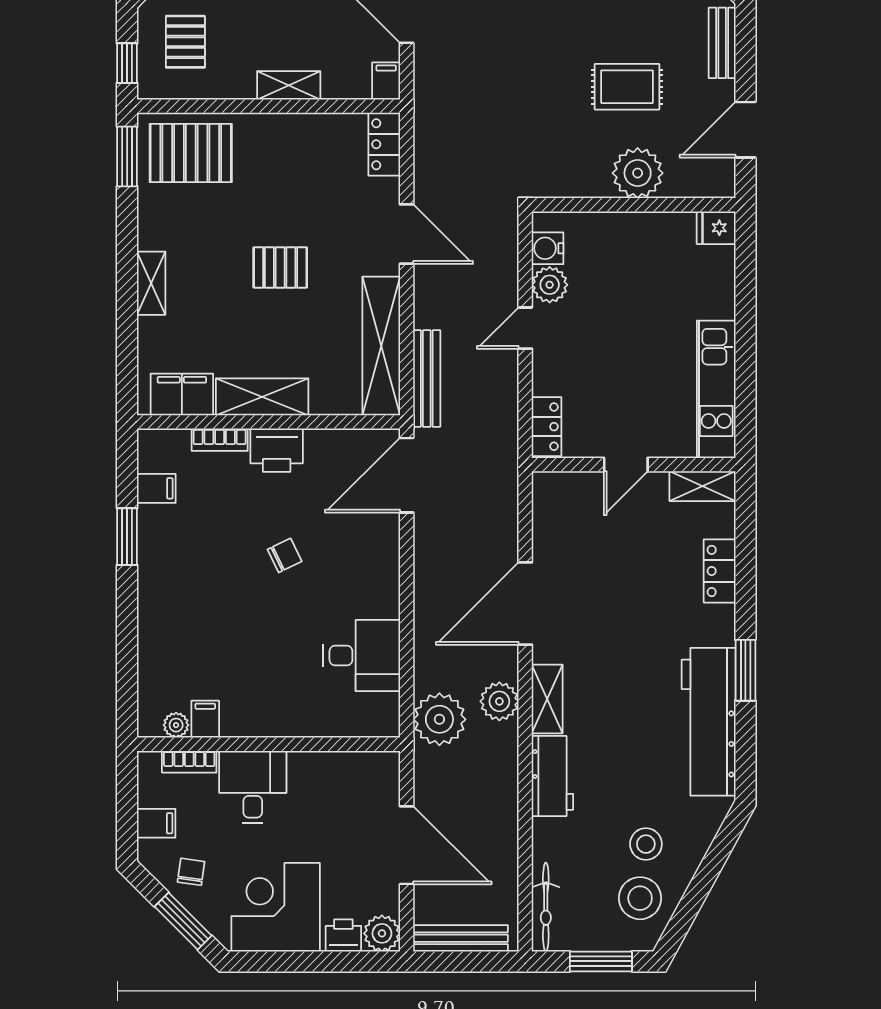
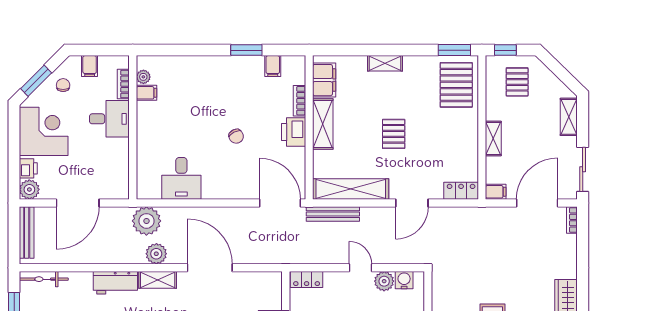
pallet: (185, 42) -> (517, 82), turned 90
chair: (191, 872) -> (63, 85), turned -98

